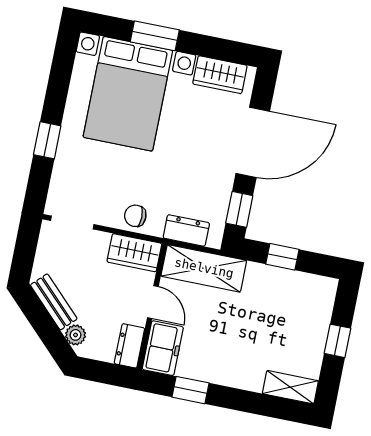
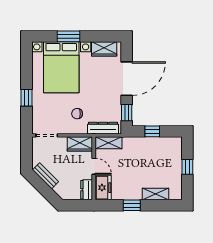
chair: (135, 216) -> (77, 114), moved
dresser: (186, 230) -> (103, 128), width x1.44
shelving: (204, 268) -> (109, 143), width x0.67, depth x0.75
plant: (76, 335) -> (59, 190), removed
shelving: (290, 387) -> (155, 194), moved
window: (190, 390) -> (132, 205), moved

